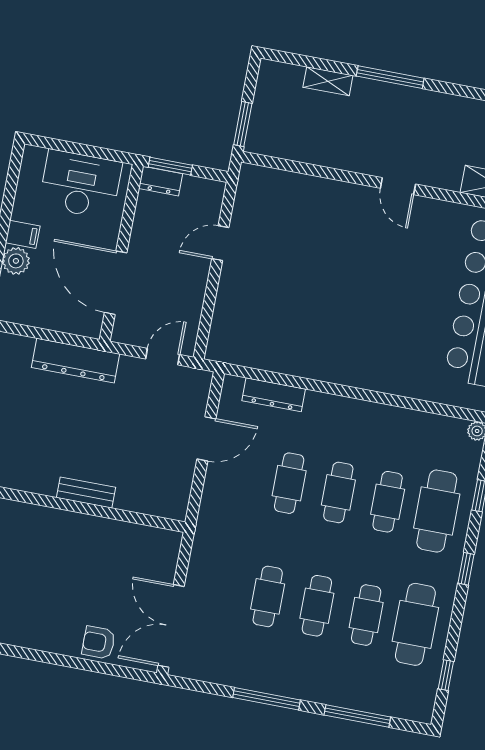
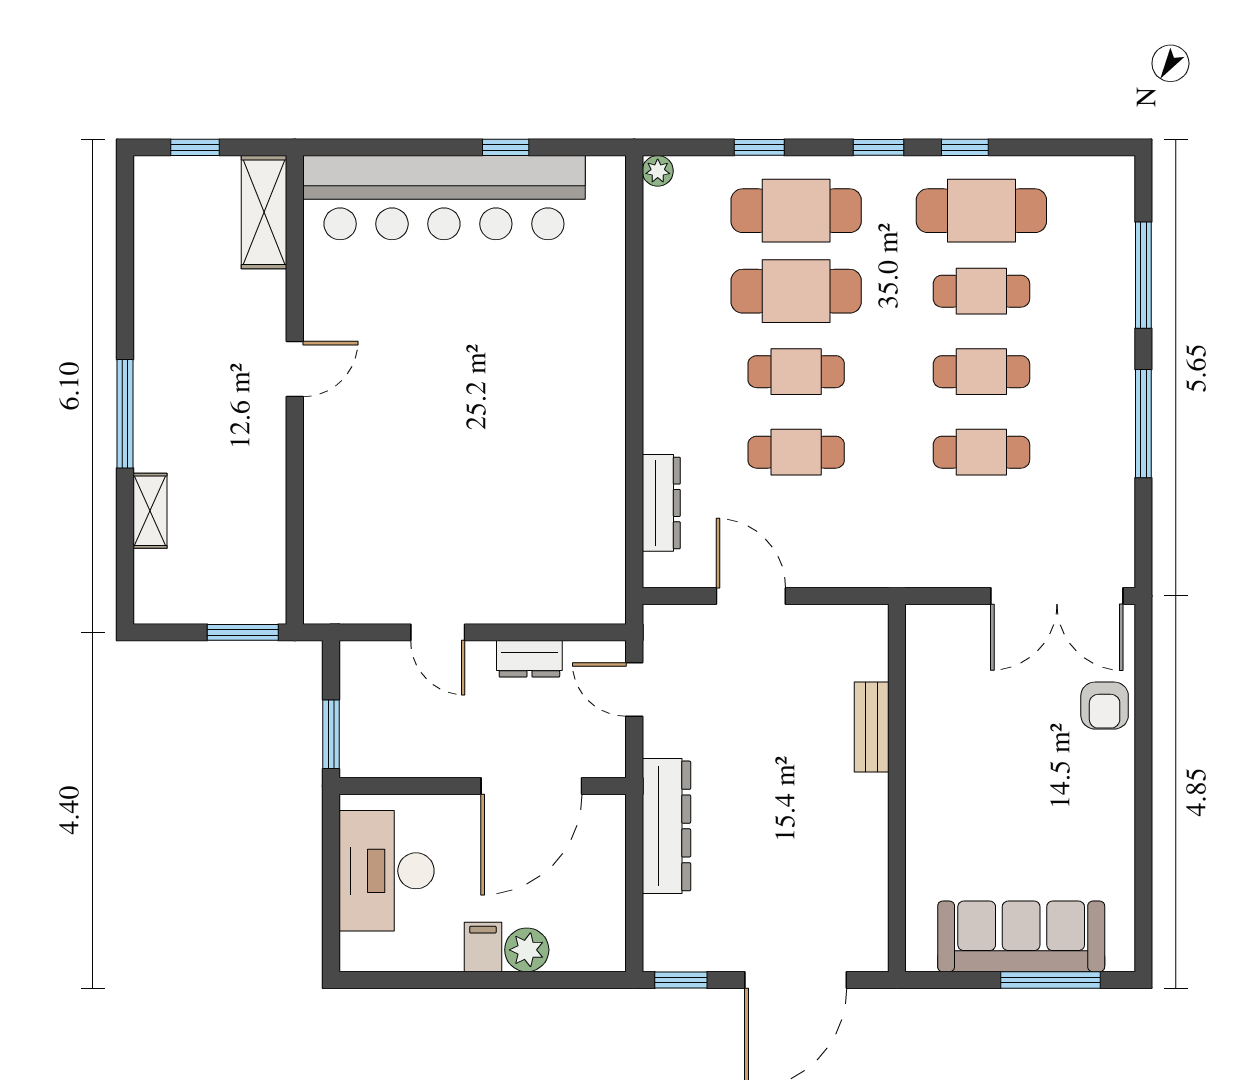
dresser: (161, 181) -> (529, 659), moved, turned 90
bench: (86, 493) -> (872, 727), moved
cafe table: (388, 502) -> (796, 291), width x1.37, depth x1.35
window: (446, 675) -> (965, 147), moved

